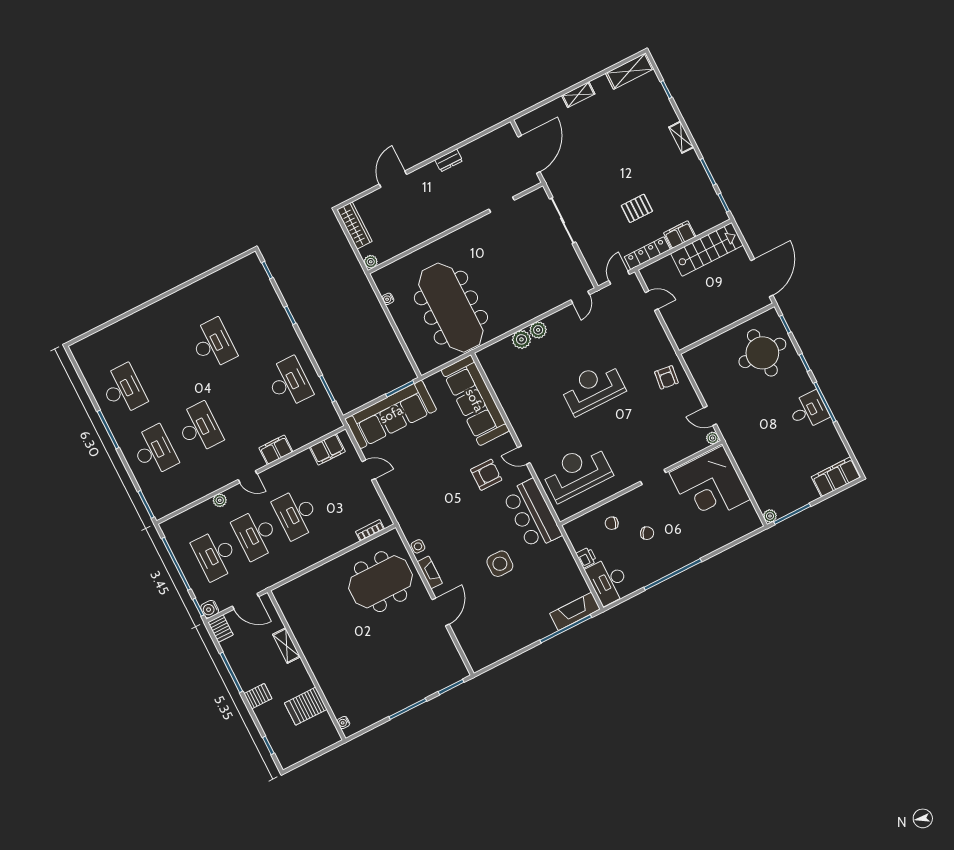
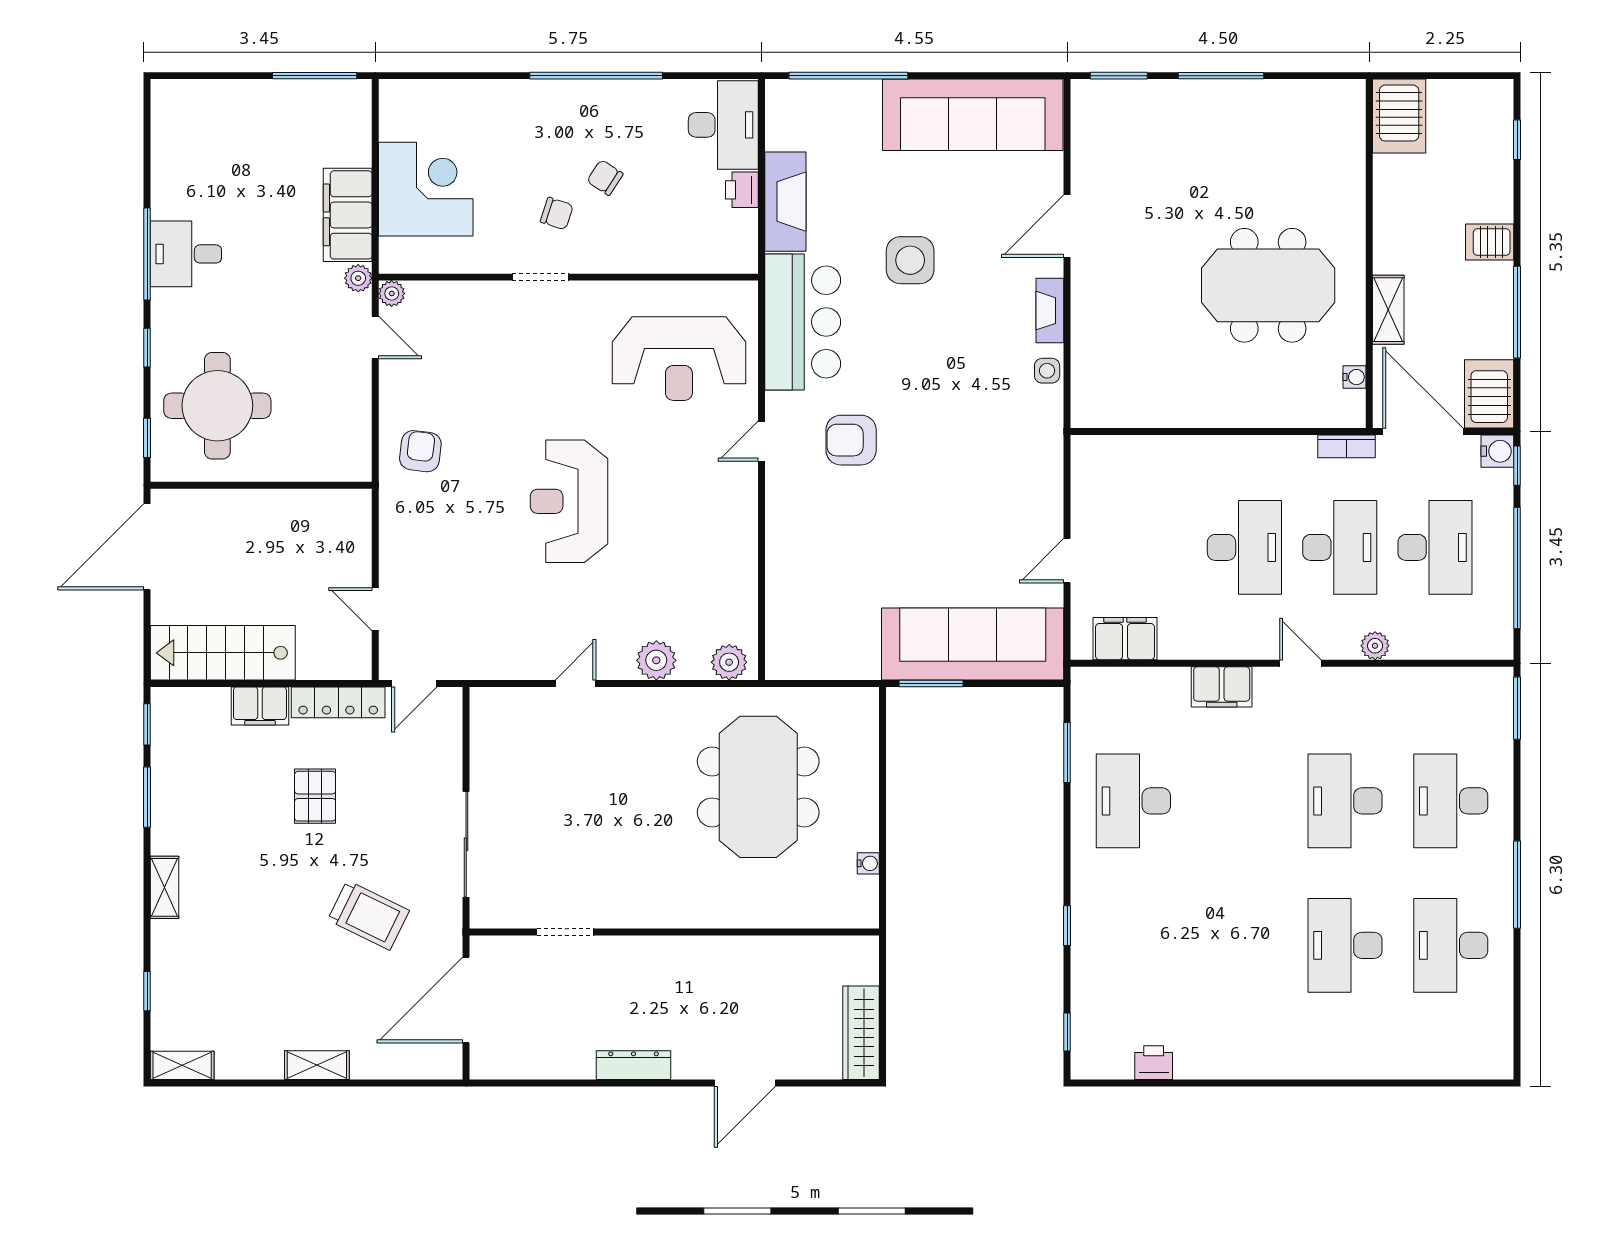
shelving: (630, 71) -> (182, 1065), width x0.67, depth x0.75
dresser: (449, 160) -> (634, 1065), width x1.44
trolley: (589, 169) -> (368, 915), added
pallet: (637, 208) -> (315, 796), turned 90
plant: (371, 262) -> (865, 949), removed
printer: (224, 276) -> (1154, 1063), added
door: (580, 297) -> (576, 683), moved
meeting table: (451, 308) -> (758, 787), width x0.73
plant: (538, 330) -> (729, 662), moved
desk: (213, 344) -> (1345, 945), moved
reception desk: (593, 388) -> (569, 501), turned 90
sofa: (475, 400) -> (973, 115), moved, turned 90
door: (524, 455) -> (762, 441), swing flipped
door: (369, 470) -> (1067, 561), hinge flipped
filing cabinet: (836, 477) -> (348, 215), moved, turned 90
corner desk: (710, 486) -> (426, 189), width x0.74, depth x0.74
plant: (770, 516) -> (358, 278), moved
chair: (612, 523) -> (557, 214), moved
bookcase: (370, 530) -> (1347, 446), moved
meeting table: (381, 582) -> (1268, 285), moved
door: (245, 601) -> (1423, 432), width x1.36
fireplace: (575, 611) -> (785, 202), moved, turned -90
server rack: (220, 629) -> (1489, 394), width x1.36, depth x1.44
server rack: (306, 706) -> (1399, 116), moved, turned 90
water cooler: (343, 723) -> (1355, 377), moved

